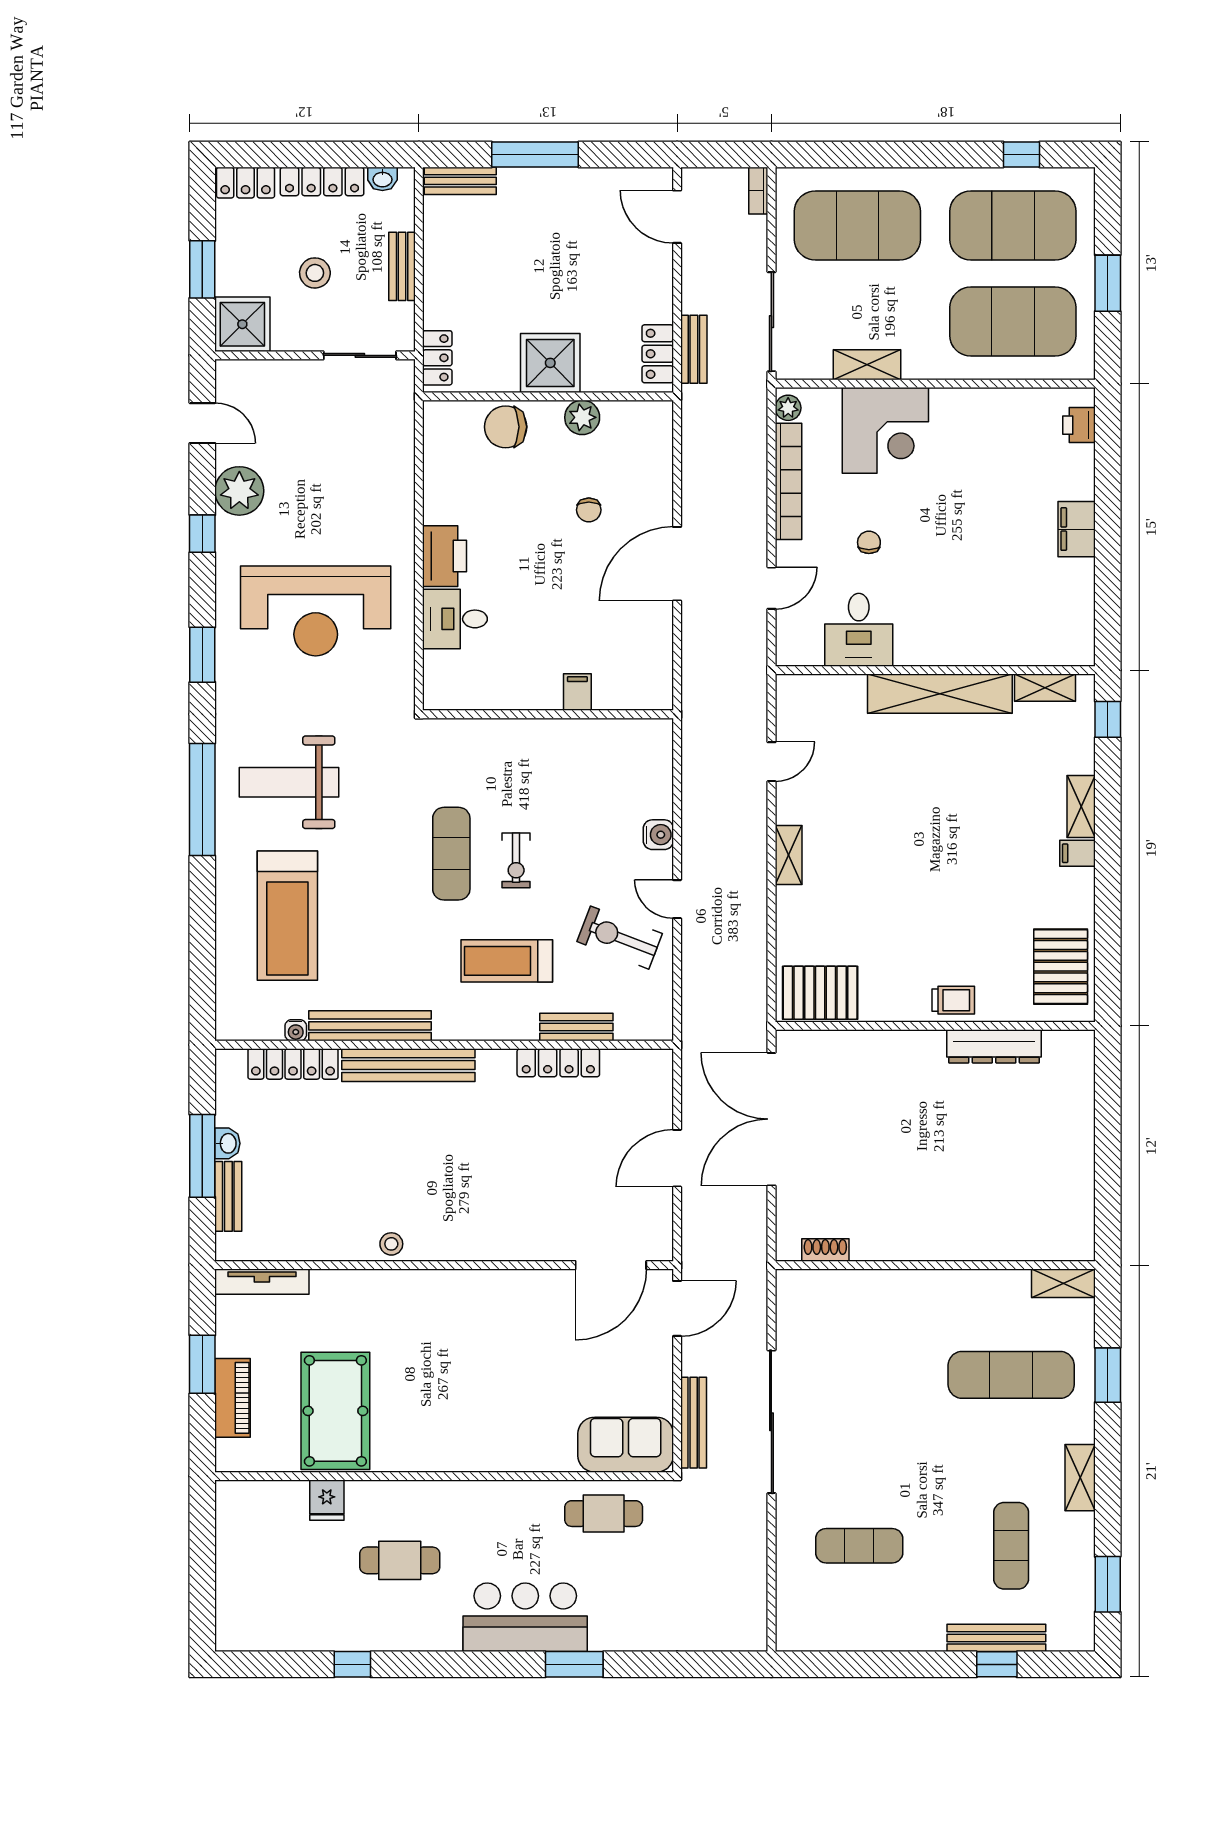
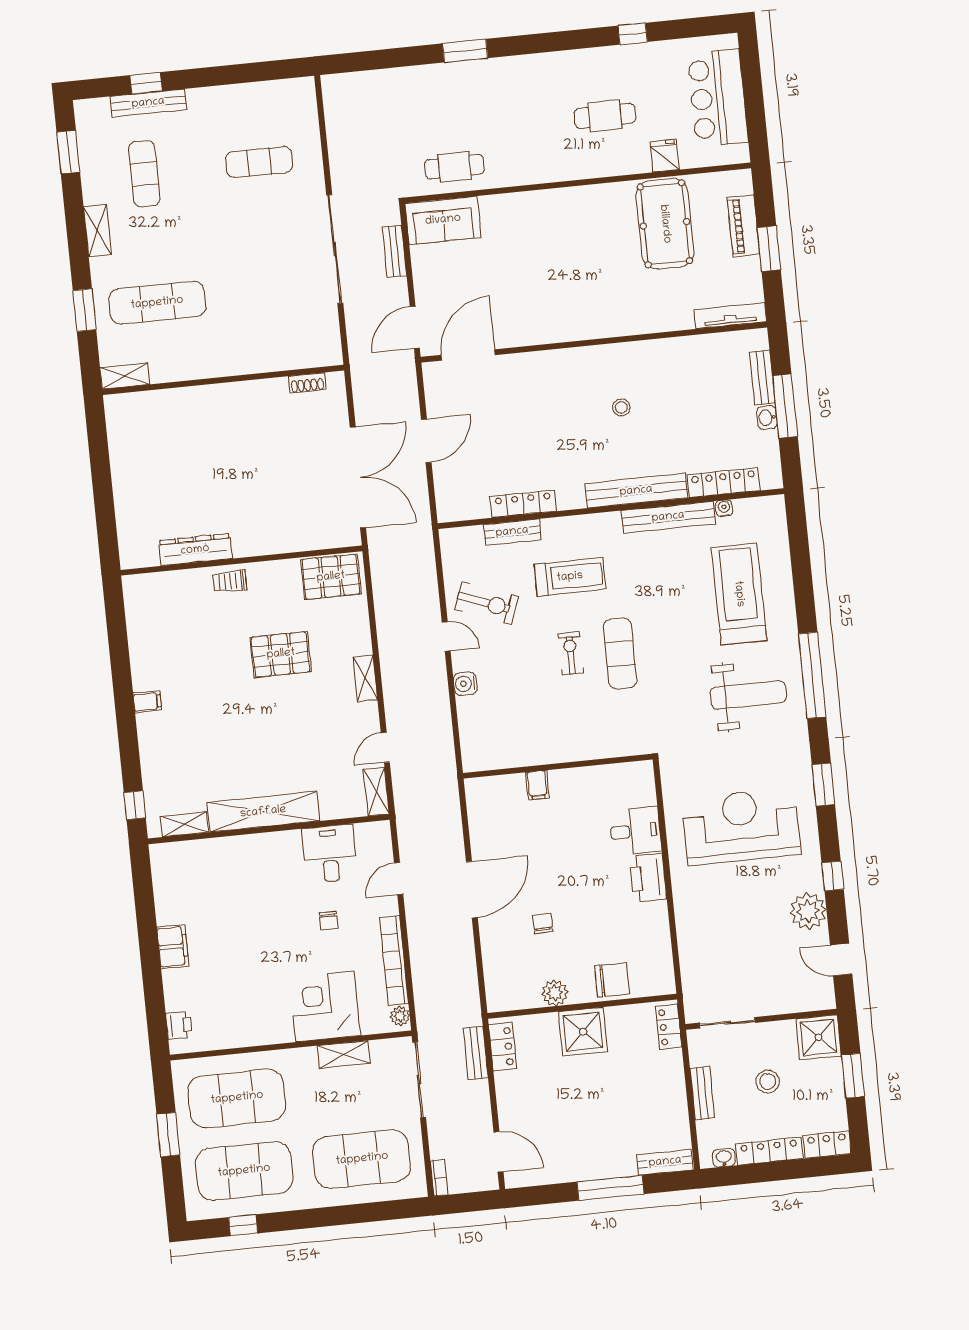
shelving: (1081, 806) -> (376, 792), moved
pallet: (1061, 967) -> (281, 654), moved, turned 90
stool: (391, 1244) -> (621, 407), moved
bench: (694, 1423) -> (394, 252), width x0.73
bar counter: (525, 1617) -> (718, 98), moved, turned 90

